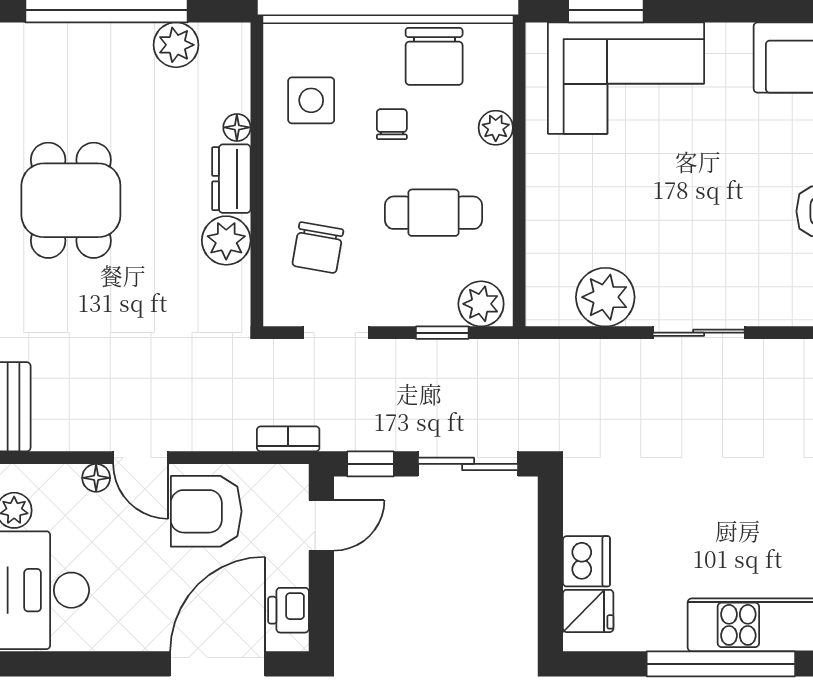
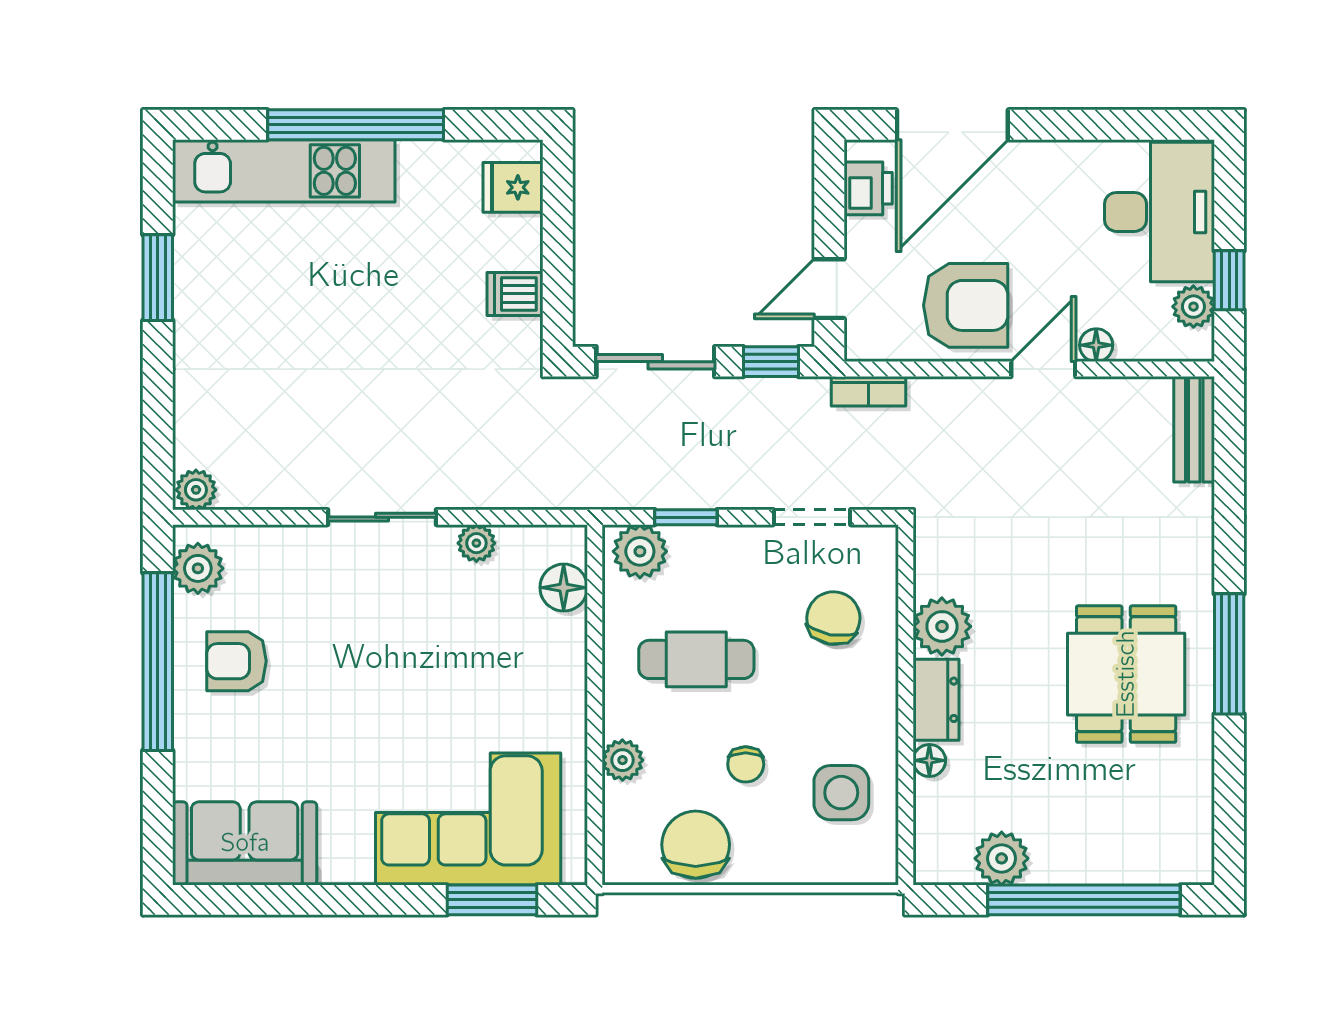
floor lamp: (545, 273) -> (564, 588), added
plant: (605, 297) -> (476, 543), width x0.53, depth x0.53
door: (141, 458) -> (1043, 369), hinge flipped
dishwasher: (586, 561) -> (515, 294), moved, width x0.73

